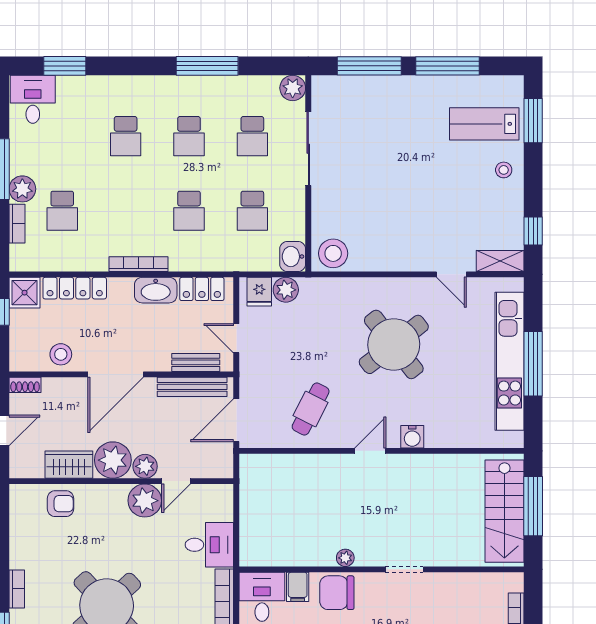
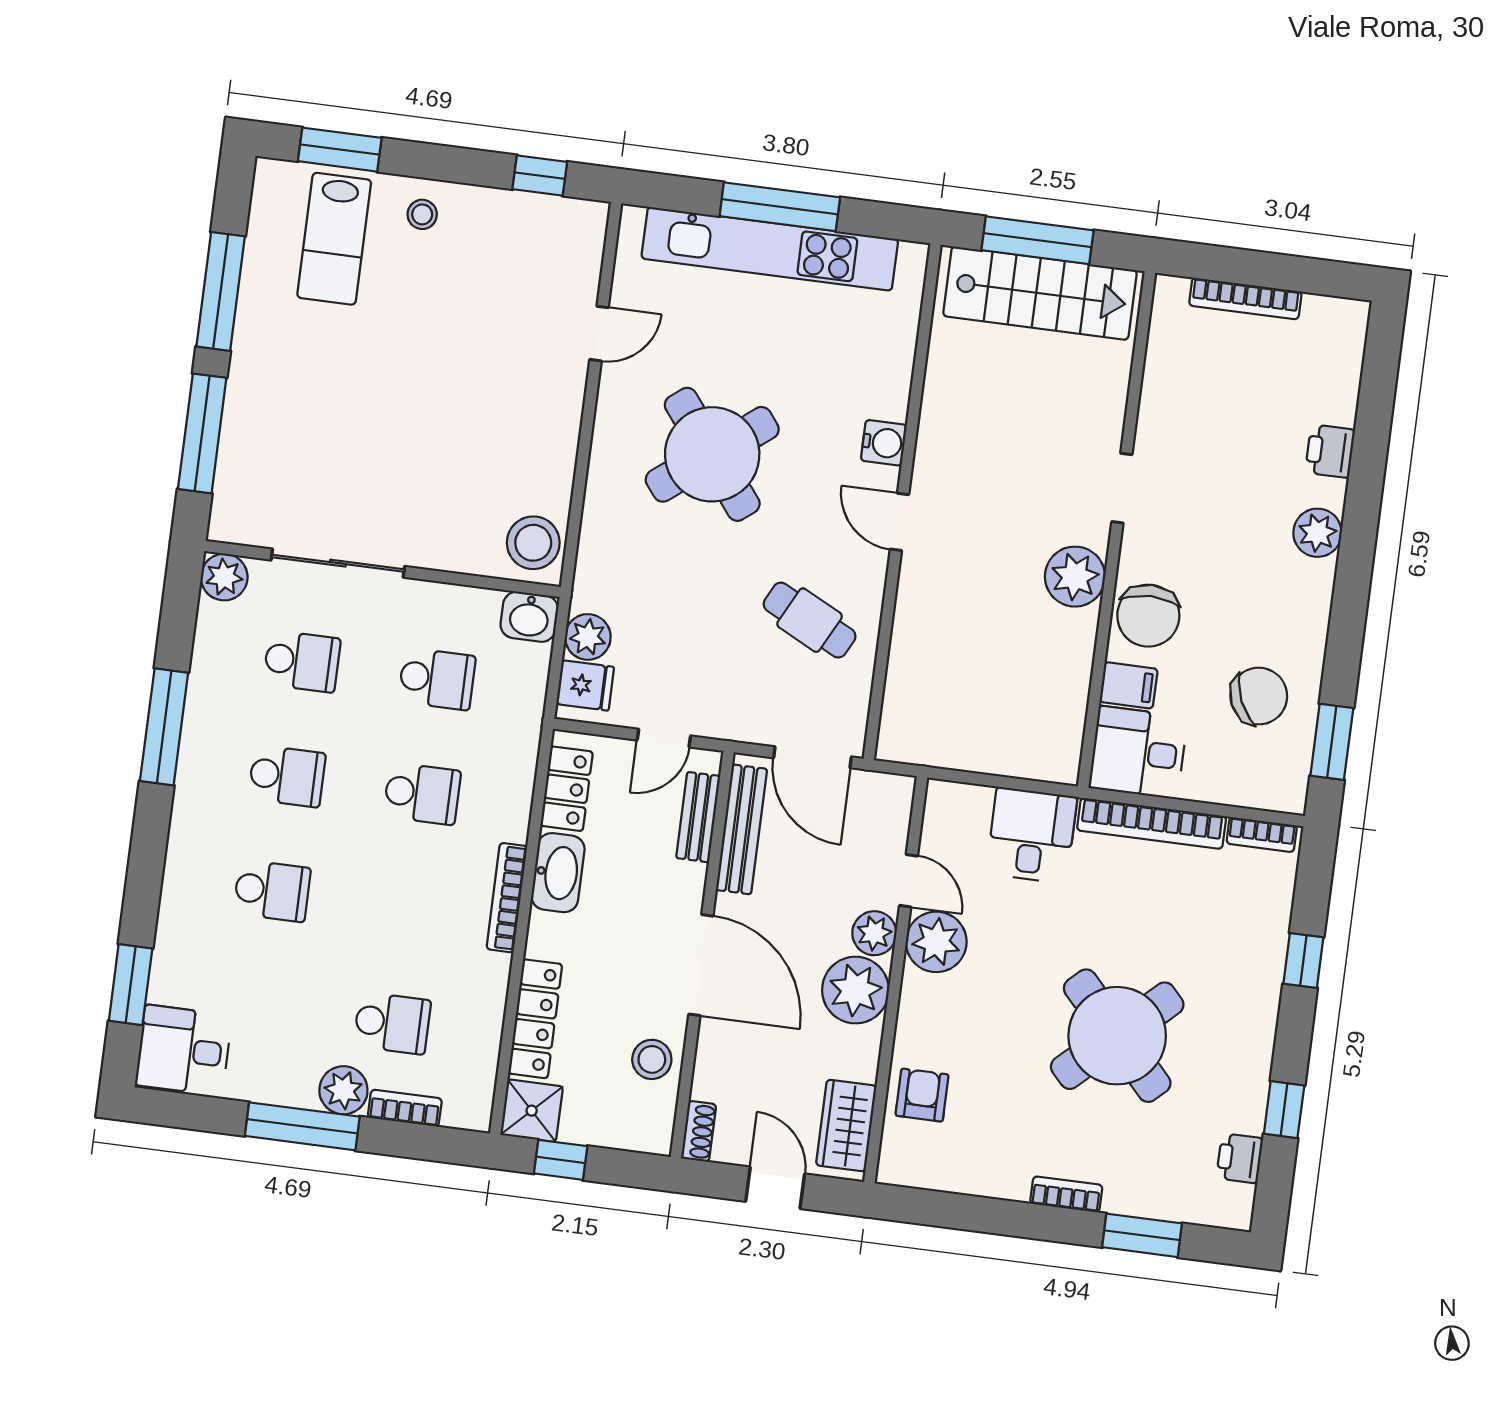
shelving: (500, 261) -> (586, 242), removed
wardrobe: (69, 465) -> (846, 1126), moved
plant: (345, 558) -> (1075, 577), width x1.87, depth x1.87

